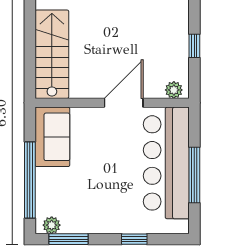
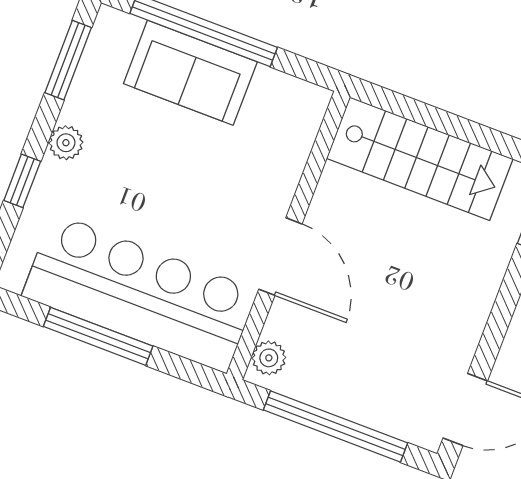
window: (194, 46) -> (335, 426), width x3.17
sofa: (52, 137) -> (190, 73), moved
plant: (52, 225) -> (66, 143), moved

